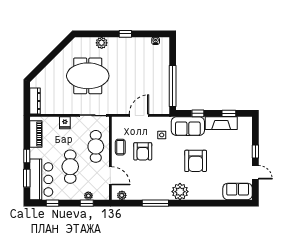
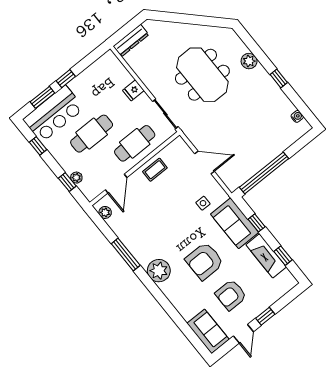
piano: (36, 134) -> (97, 69), removed
armchair: (143, 151) -> (231, 295), moved

